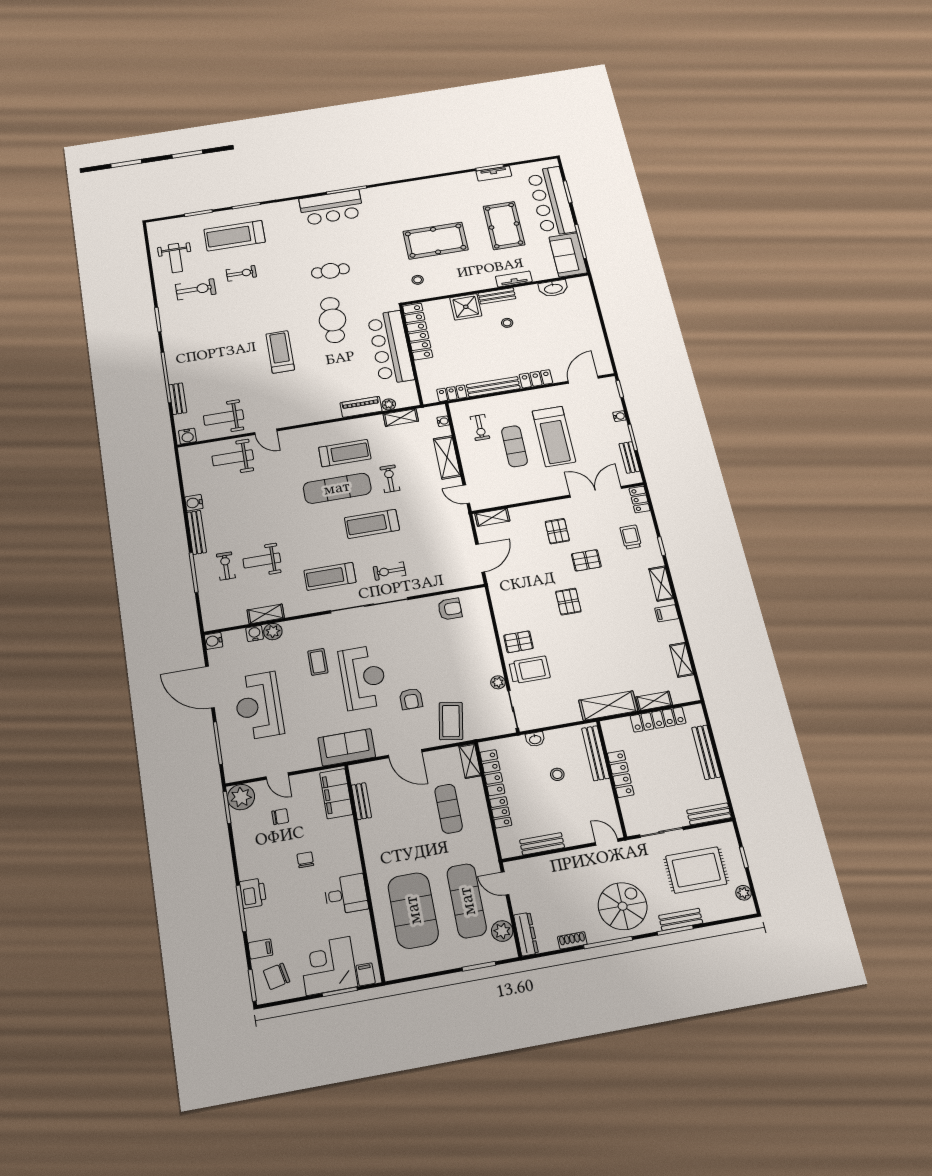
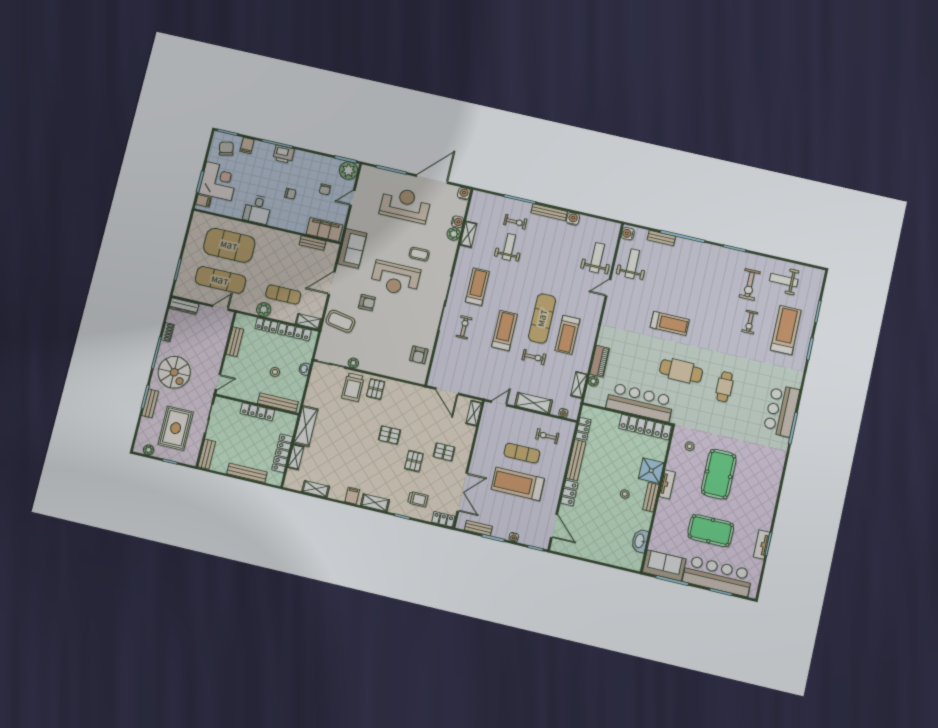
tv unit: (514, 279) -> (667, 484), moved
armchair: (411, 699) -> (367, 303), turned 180
plant: (502, 931) -> (264, 309), moved

